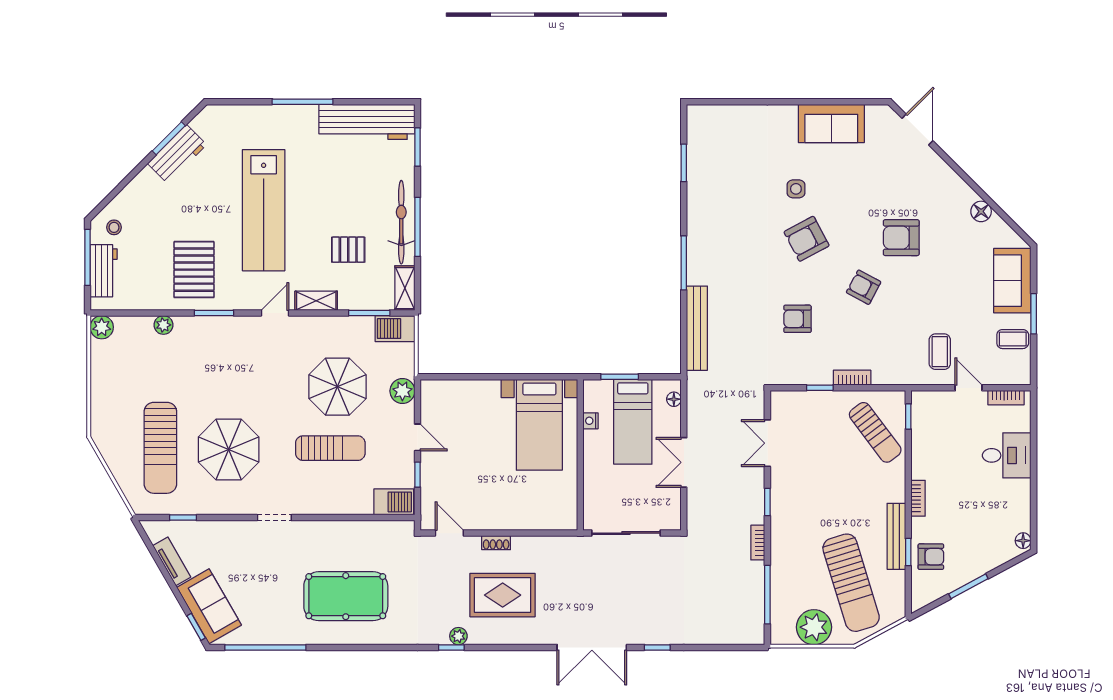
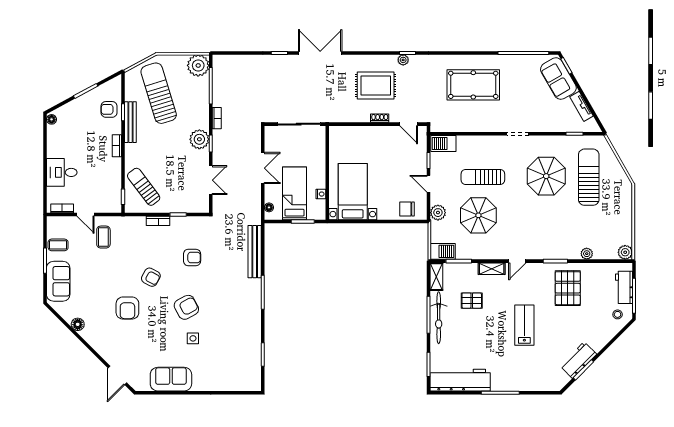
lab bench: (264, 210) -> (524, 325), width x0.54, depth x0.72
armchair: (901, 238) -> (127, 308), turned 90
chair: (452, 397) -> (407, 209), added
plant: (786, 509) -> (199, 139), added
plant: (814, 627) -> (198, 65), moved

